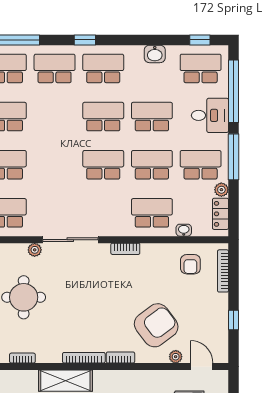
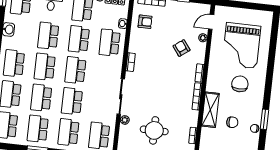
school desk: (55, 117) -> (41, 98), added
school desk: (55, 165) -> (72, 101), added
armchair: (156, 325) -> (181, 48), width x0.53, depth x0.53

